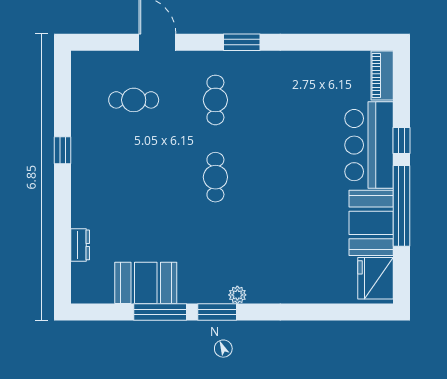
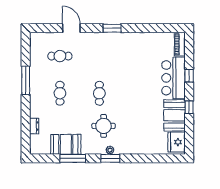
cafe table: (215, 100) -> (60, 93), moved
window: (63, 150) -> (26, 80), width x2.17
window: (402, 206) -> (189, 107), width x0.32
round table: (224, 245) -> (104, 126), added
window: (217, 312) -> (110, 158), moved

